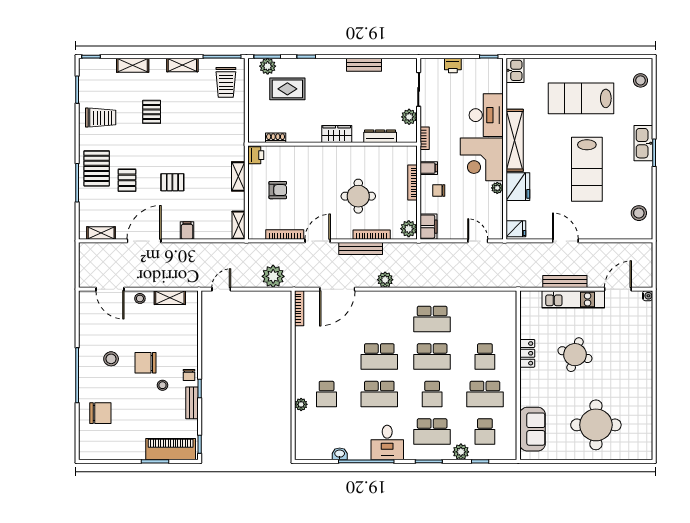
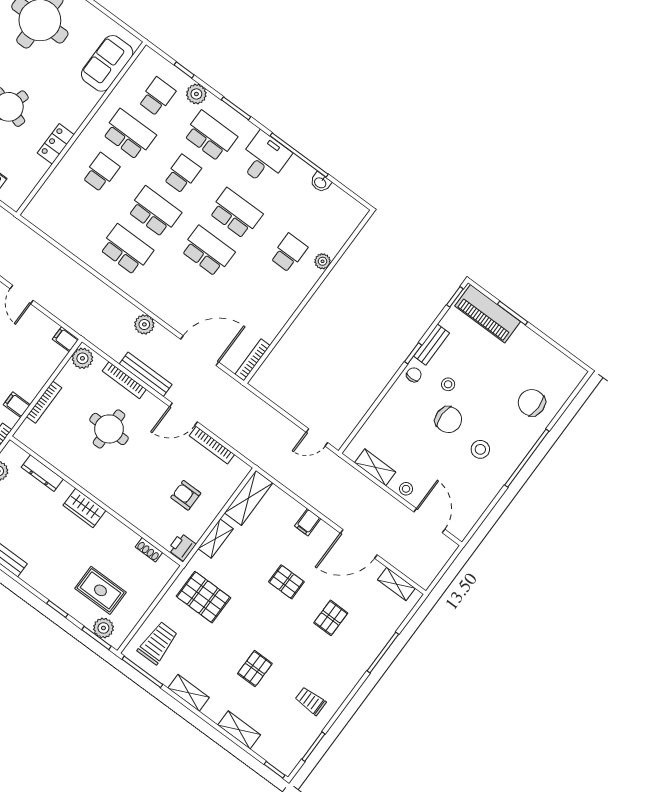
trolley: (101, 118) -> (311, 701), width x0.73, depth x0.72
pallet: (97, 168) -> (203, 597), moved, turned 90
chair: (439, 191) -> (23, 374), removed
shelving: (238, 225) -> (249, 498), width x1.50, depth x1.33
filing cabinet: (429, 227) -> (66, 339), width x0.50
plant: (273, 276) -> (255, 412), removed

